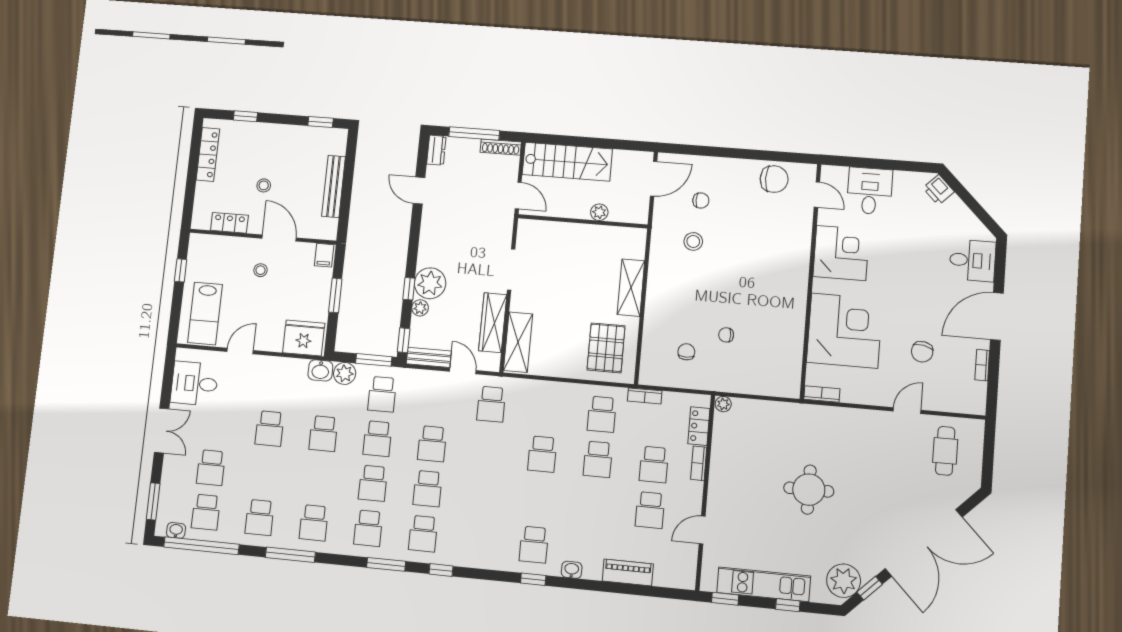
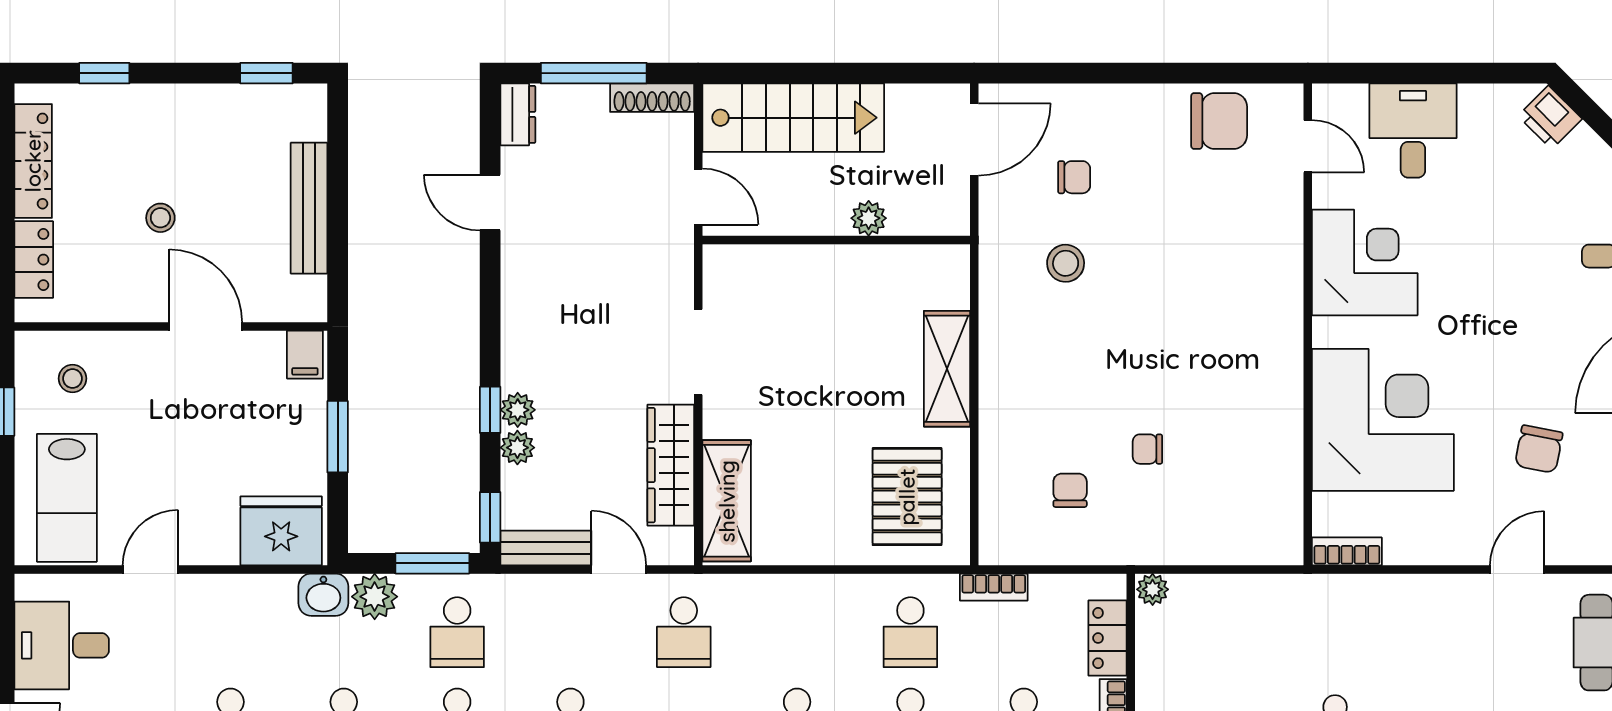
locker: (229, 223) -> (34, 260), moved, turned 90
stool: (260, 270) -> (72, 378), moved
plant: (430, 283) -> (518, 410), width x0.53, depth x0.53

